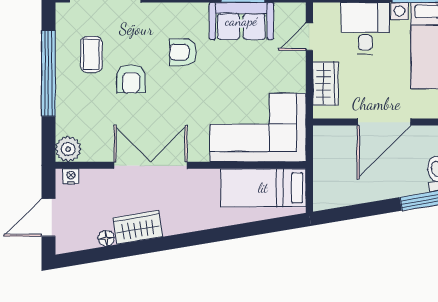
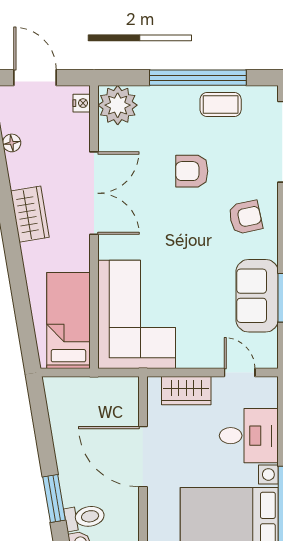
armchair: (183, 52) -> (245, 217), moved, turned 78
coffee table: (91, 54) -> (221, 104), moved
plant: (68, 149) -> (118, 105), width x1.36, depth x1.36
wardrobe: (138, 227) -> (30, 214), moved

